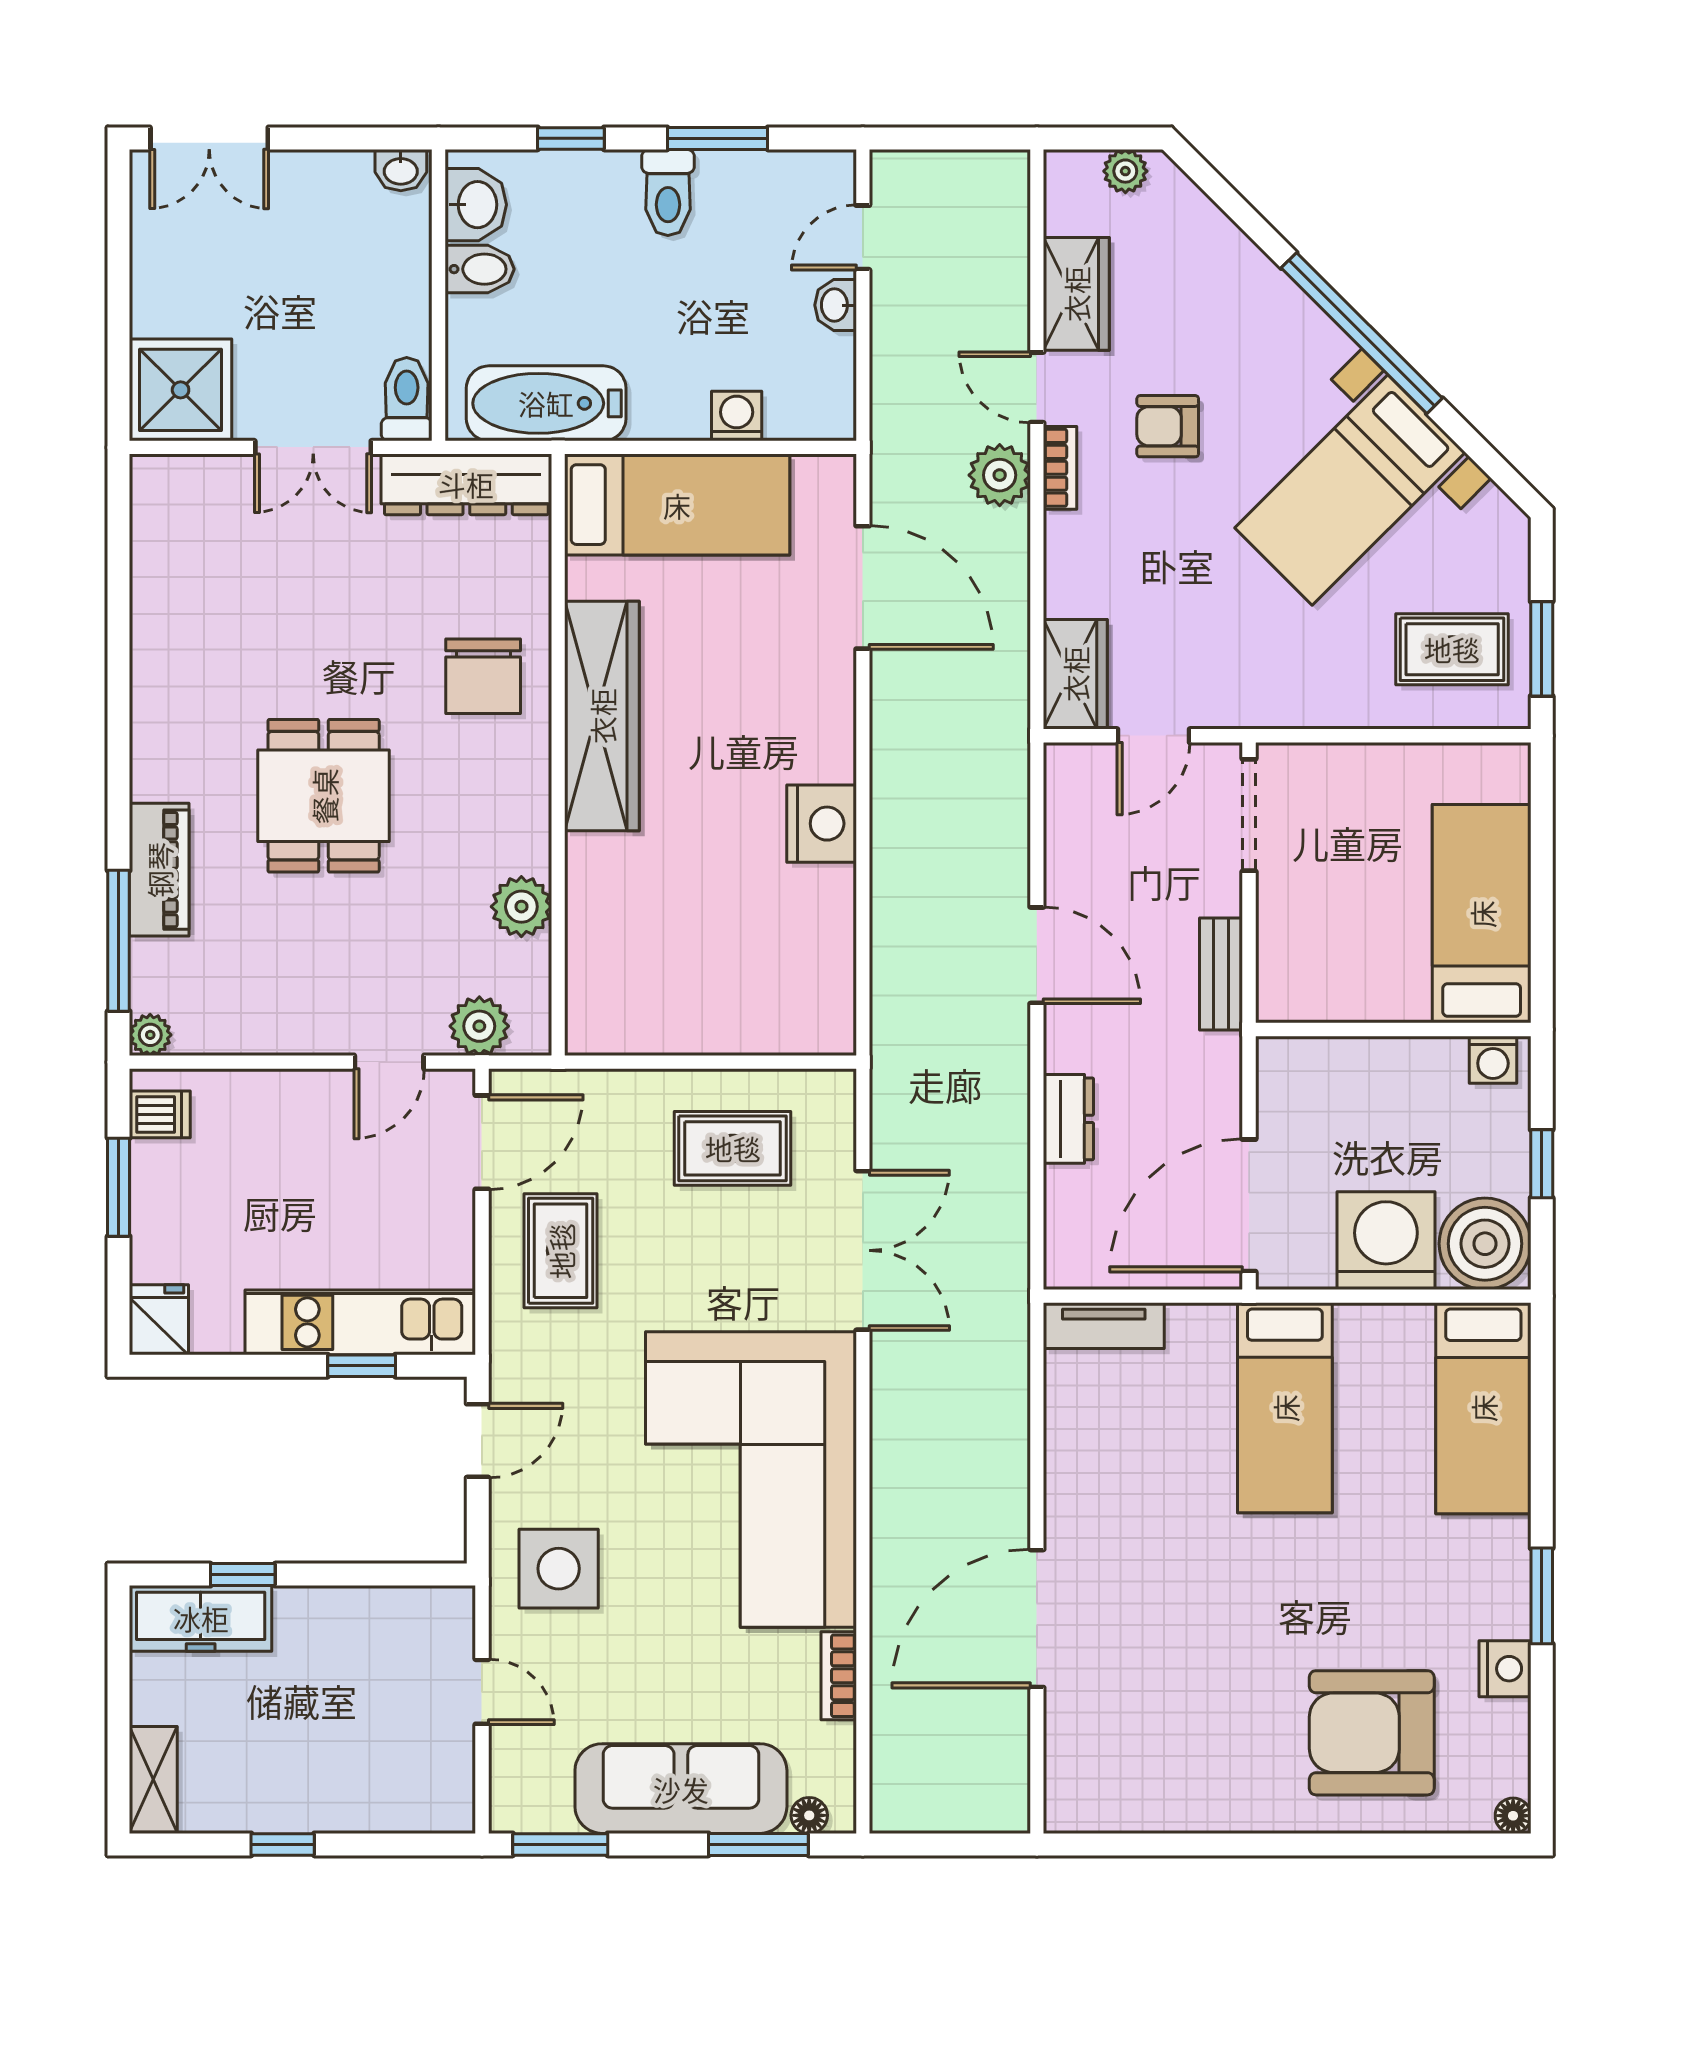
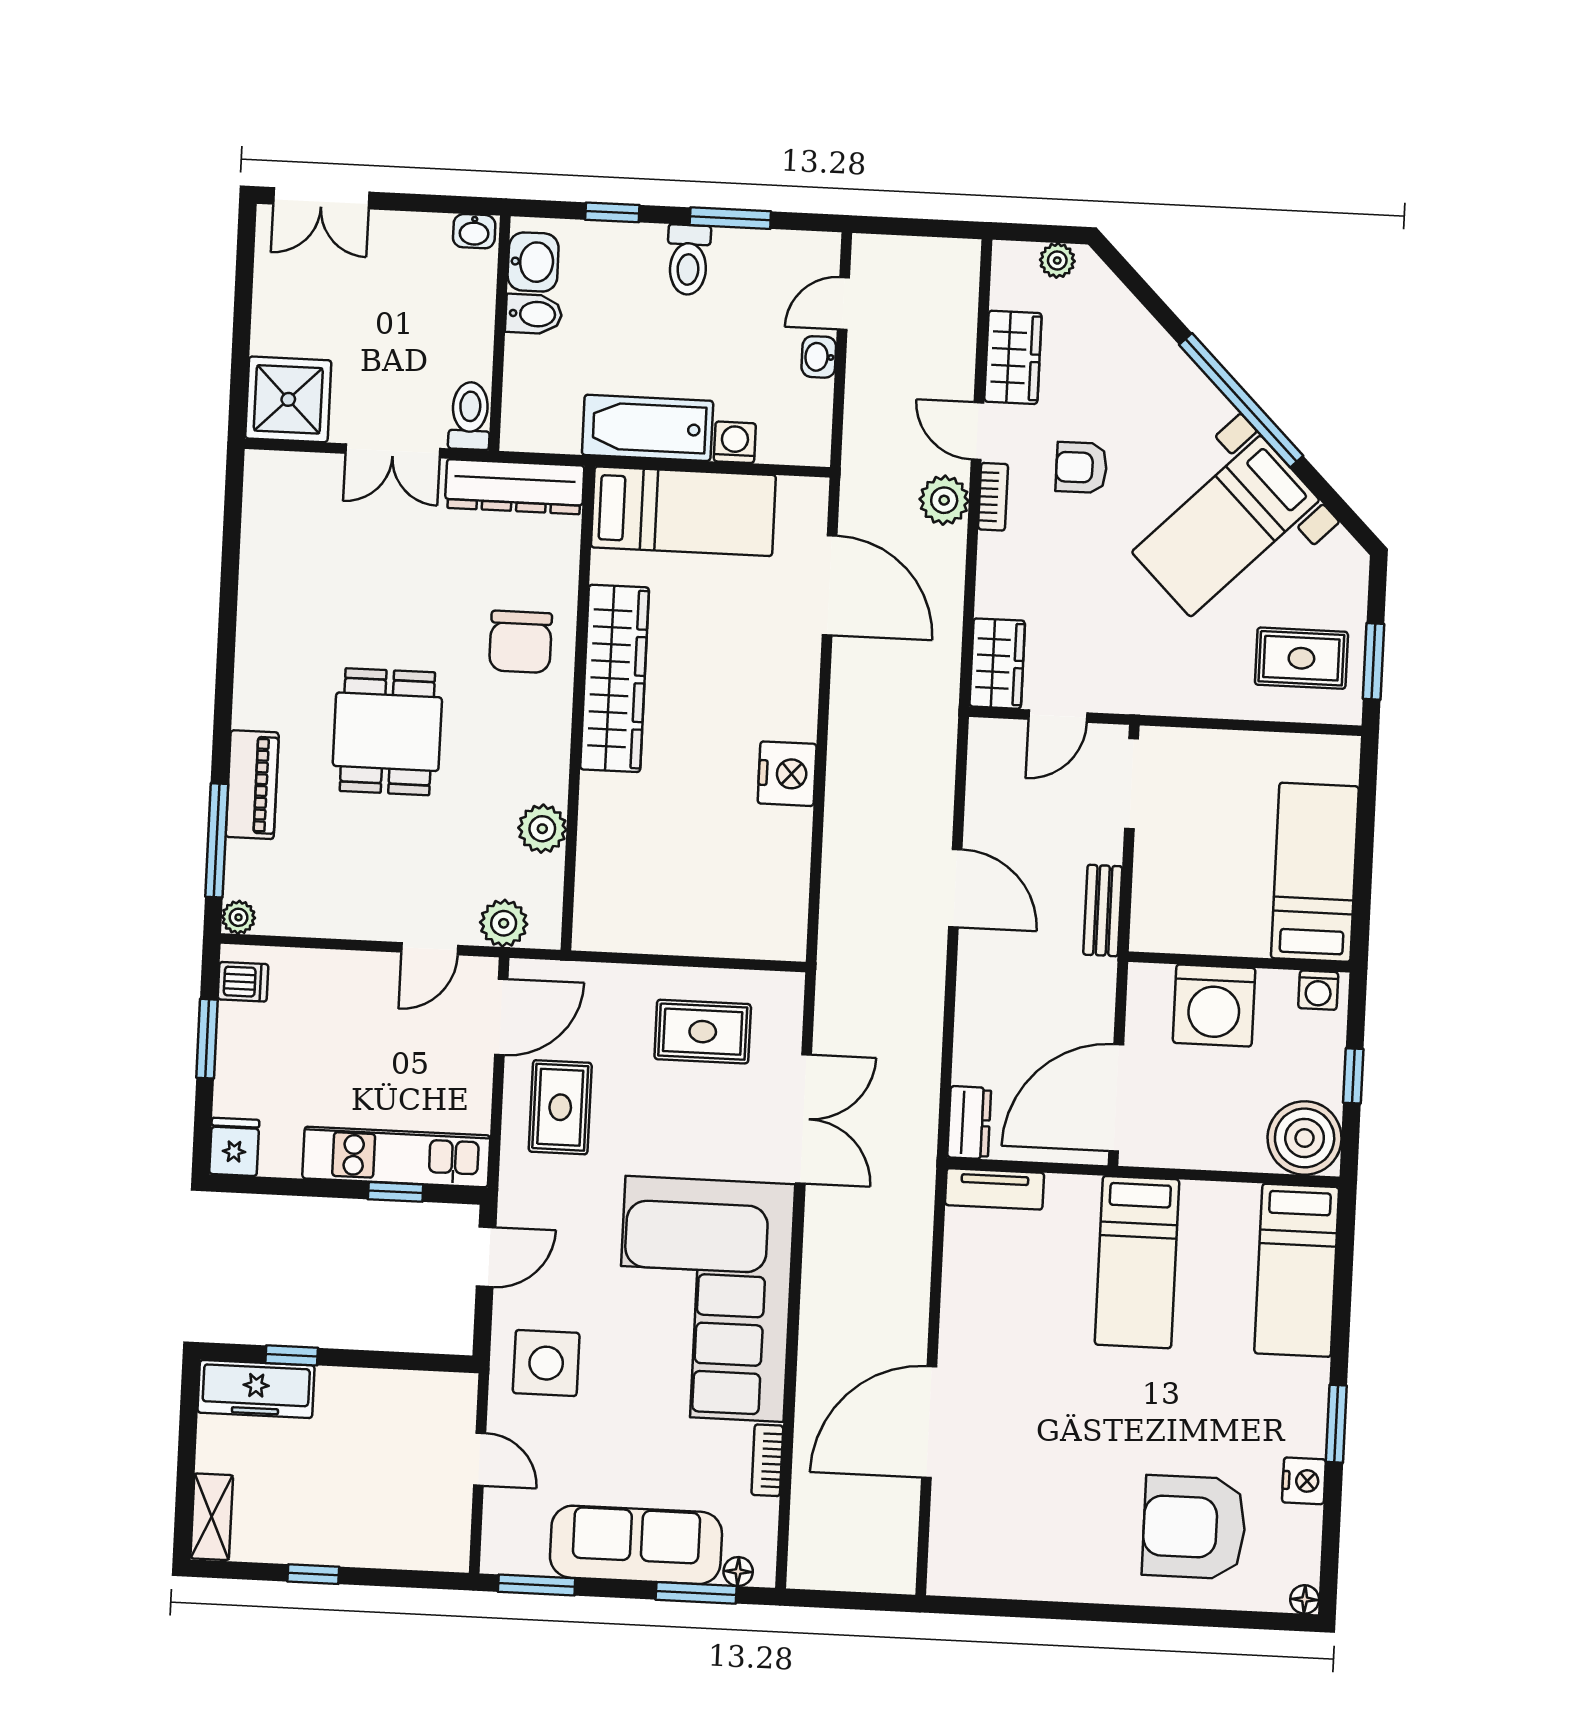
bathtub: (546, 403) -> (648, 428), moved
dresser: (1068, 1119) -> (969, 1123), moved
washing machine: (1386, 1241) -> (1214, 1005), moved, turned 180

